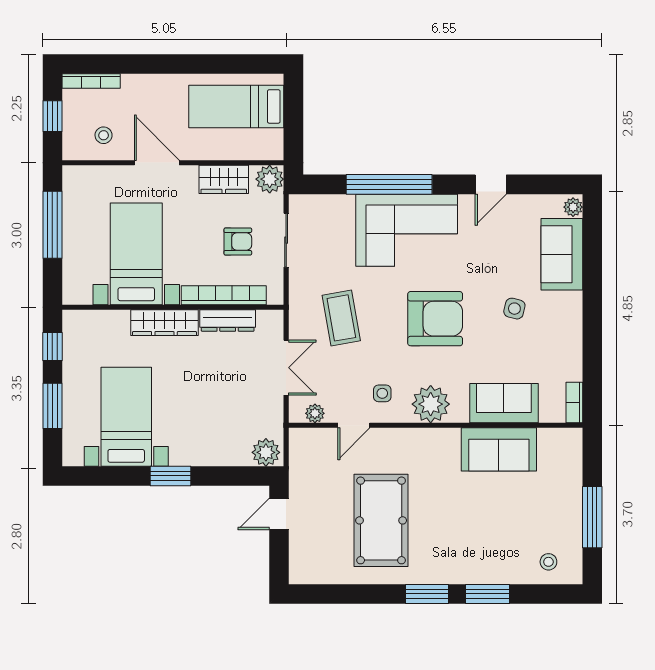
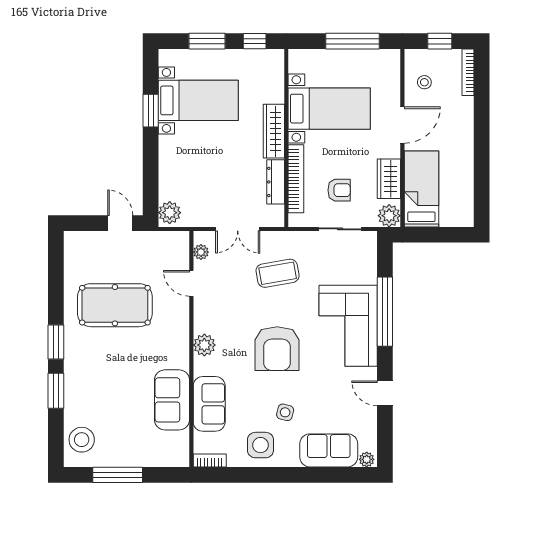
bed: (236, 106) -> (421, 189), moved
armchair: (238, 241) -> (339, 190), turned -90
side table: (382, 393) -> (260, 445), moved, width x1.87, depth x1.87
plant: (431, 404) -> (204, 345), width x0.73, depth x0.73
window: (170, 476) -> (151, 111), moved
stool: (548, 562) -> (82, 440), width x1.89, depth x1.89

